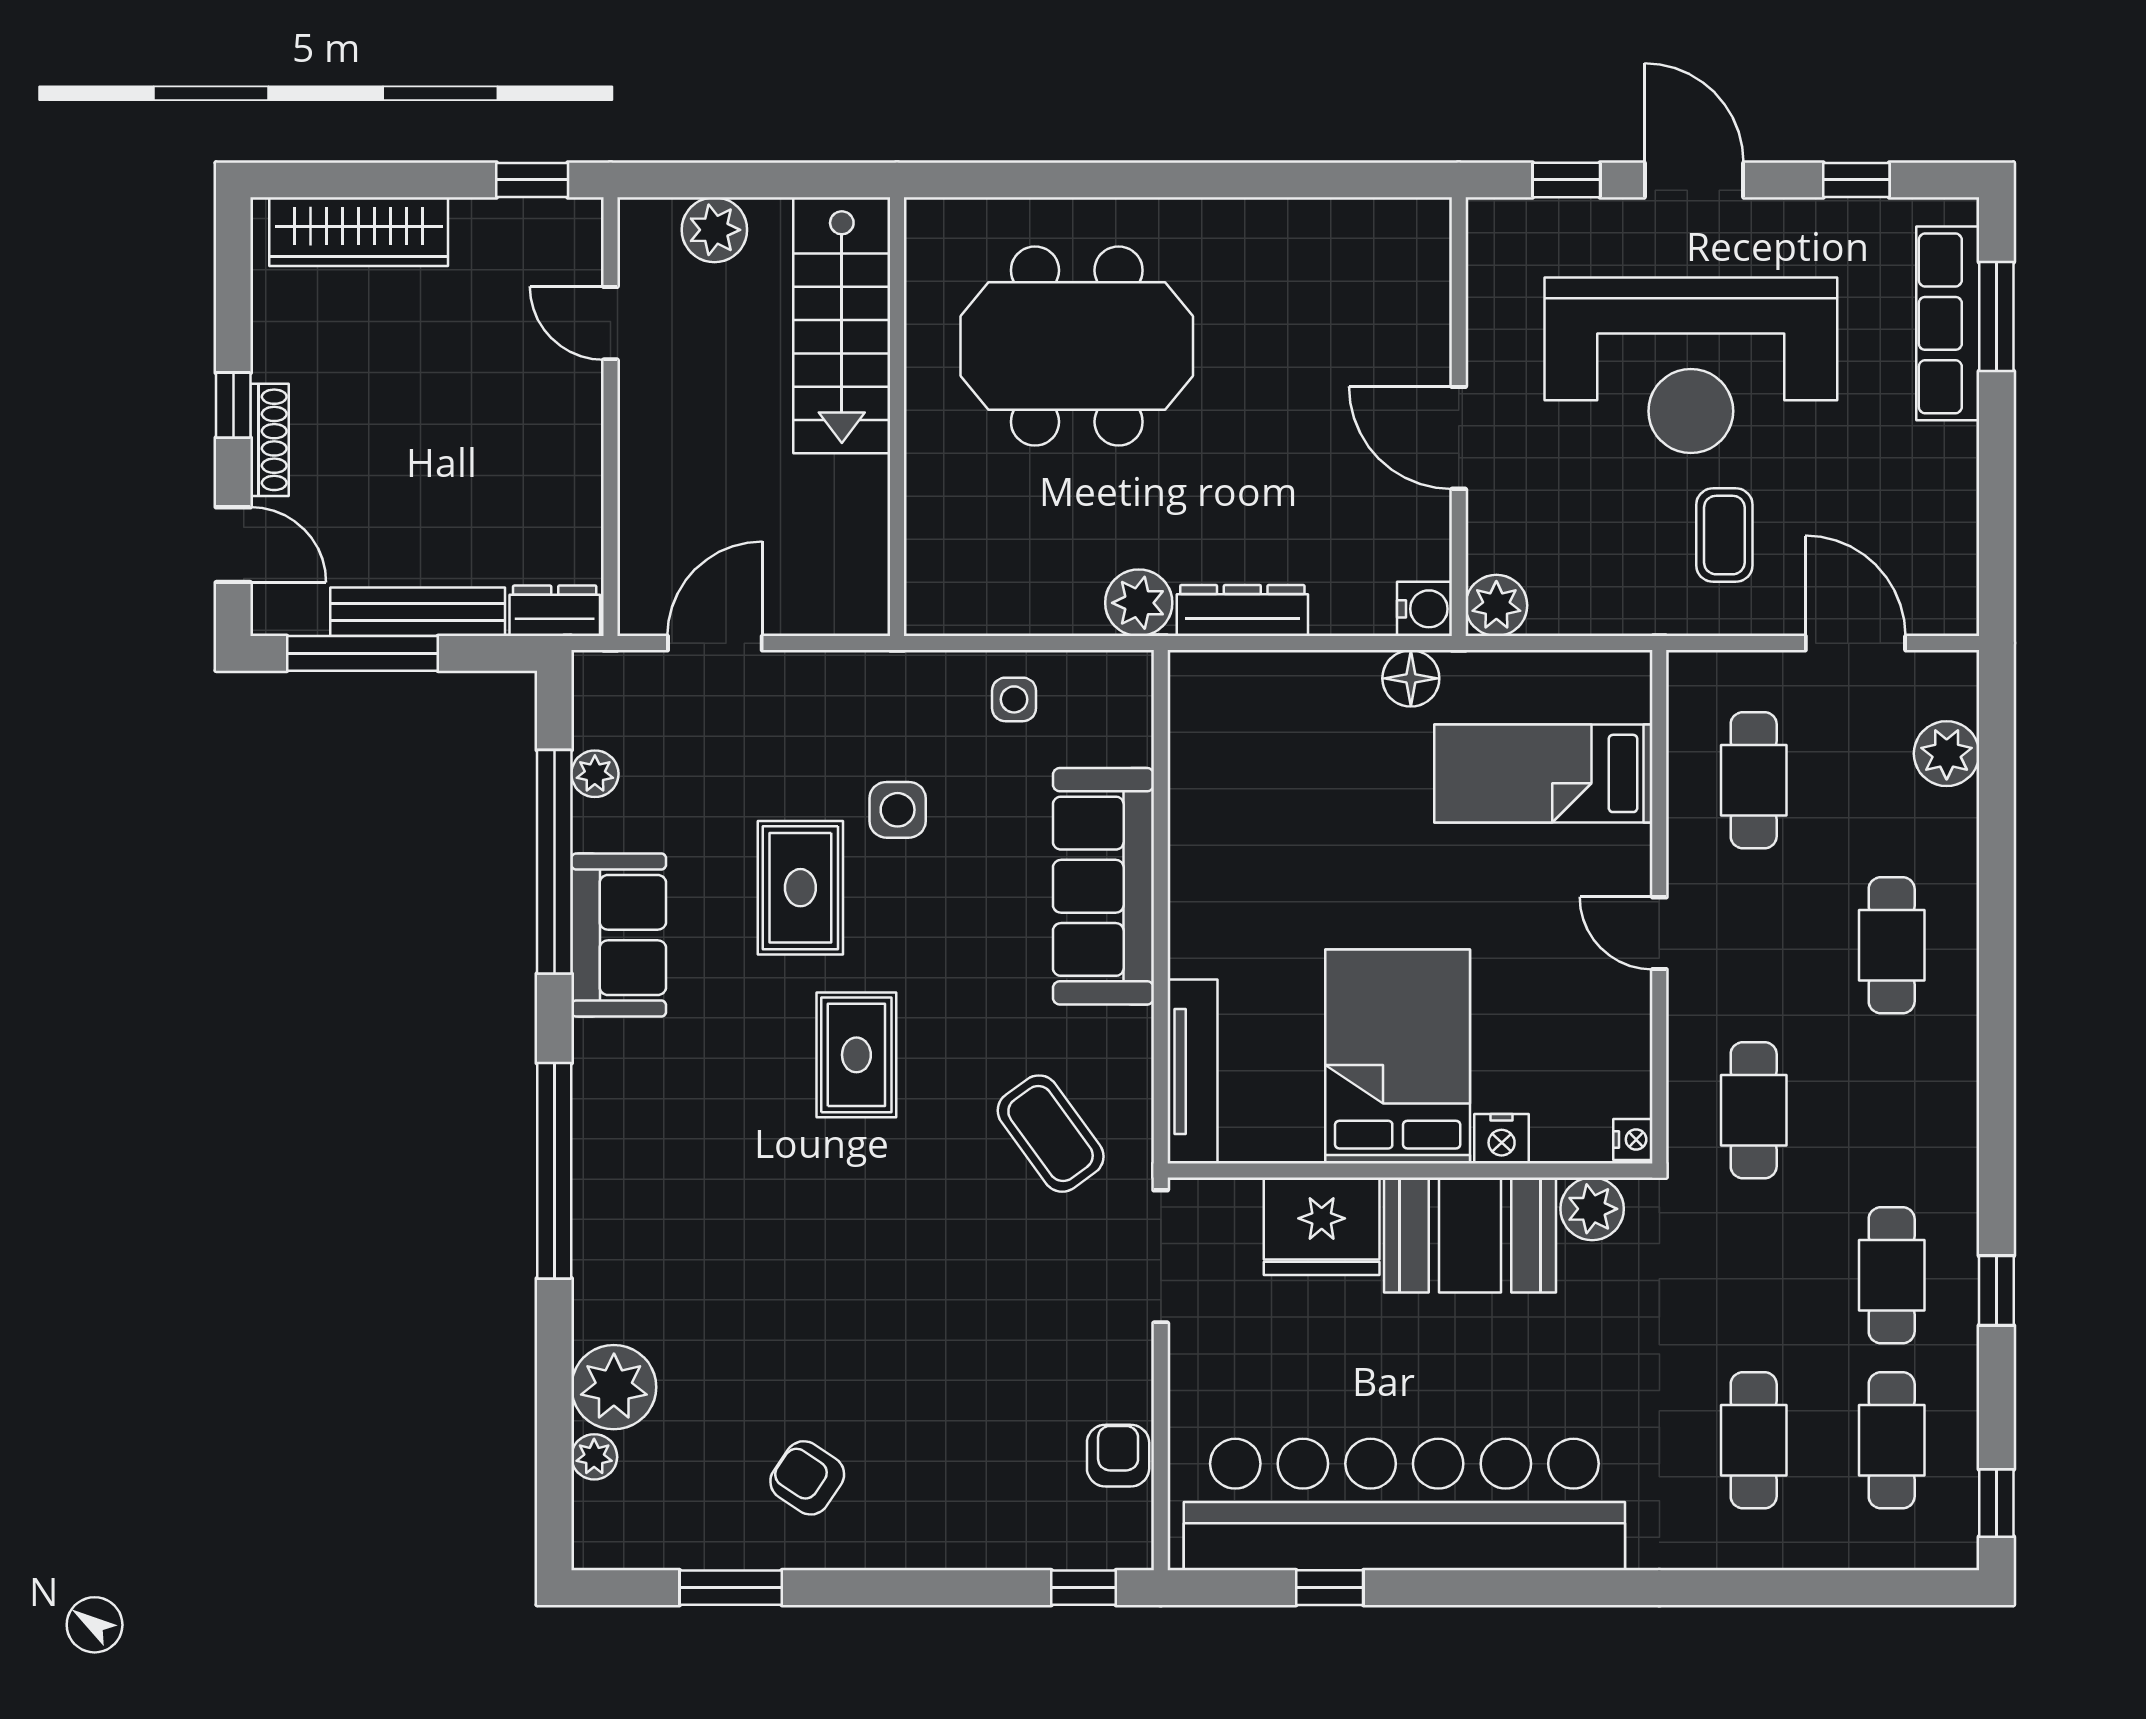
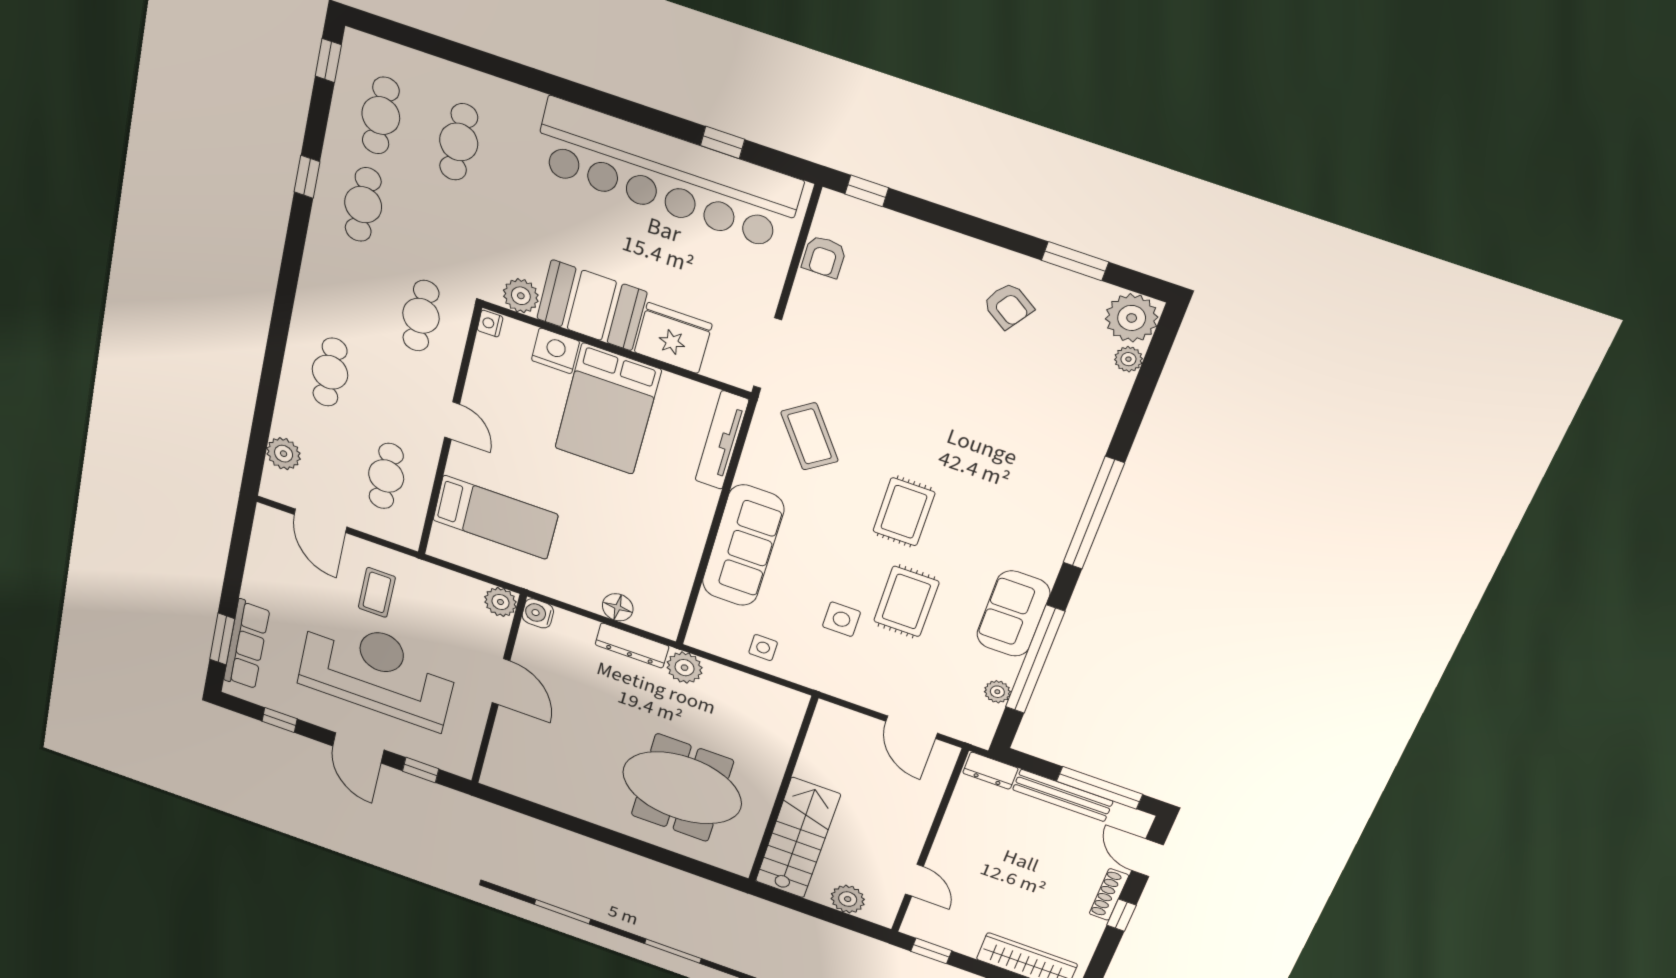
door: (715, 643) -> (912, 727), hinge flipped
floor lamp: (1411, 678) -> (618, 607), moved
nightstand: (1502, 1139) -> (555, 351), width x1.36, depth x1.33
plant: (614, 1387) -> (1132, 318), moved

